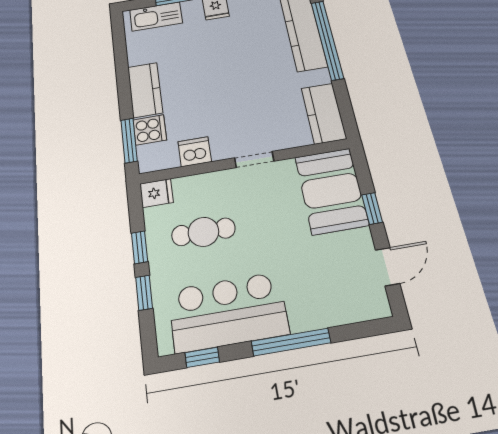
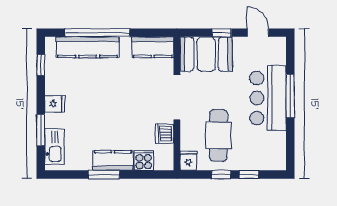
window: (129, 140) -> (104, 175), moved
doorway: (254, 160) -> (177, 97), width x1.87
cafe table: (203, 232) -> (218, 135), width x1.37, depth x1.35
bar counter: (228, 312) -> (268, 98), moved
window: (202, 357) -> (290, 146), removed

